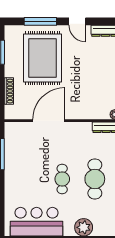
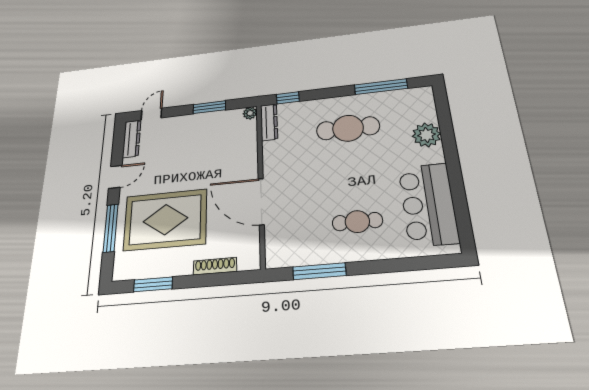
cafe table: (62, 179) -> (357, 222), moved

